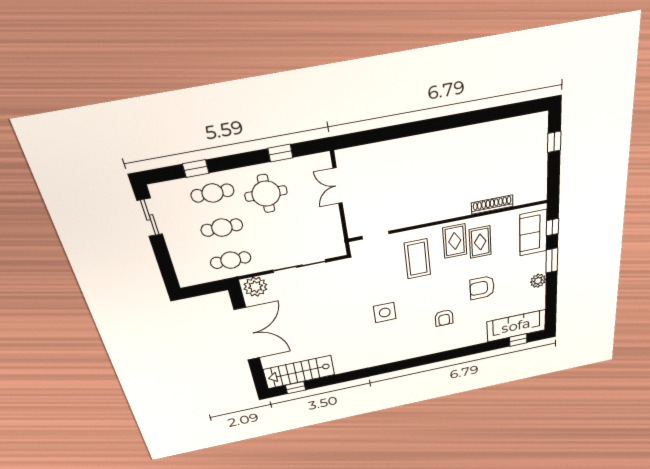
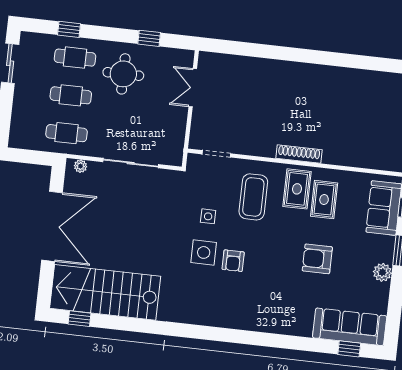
shoe rack: (492, 205) -> (299, 154), moved
side table: (381, 285) -> (208, 216), added
plant: (255, 287) -> (81, 166), width x0.53, depth x0.53
armchair: (444, 318) -> (233, 261), moved
stairs: (299, 372) -> (105, 292), width x1.36, depth x1.51

